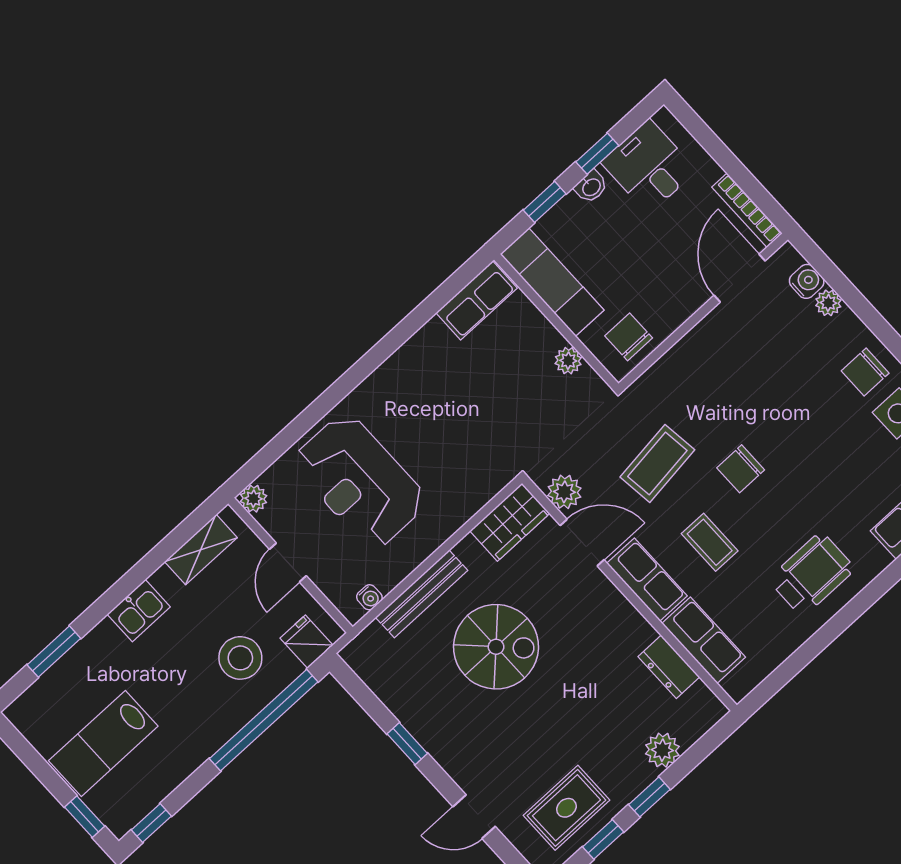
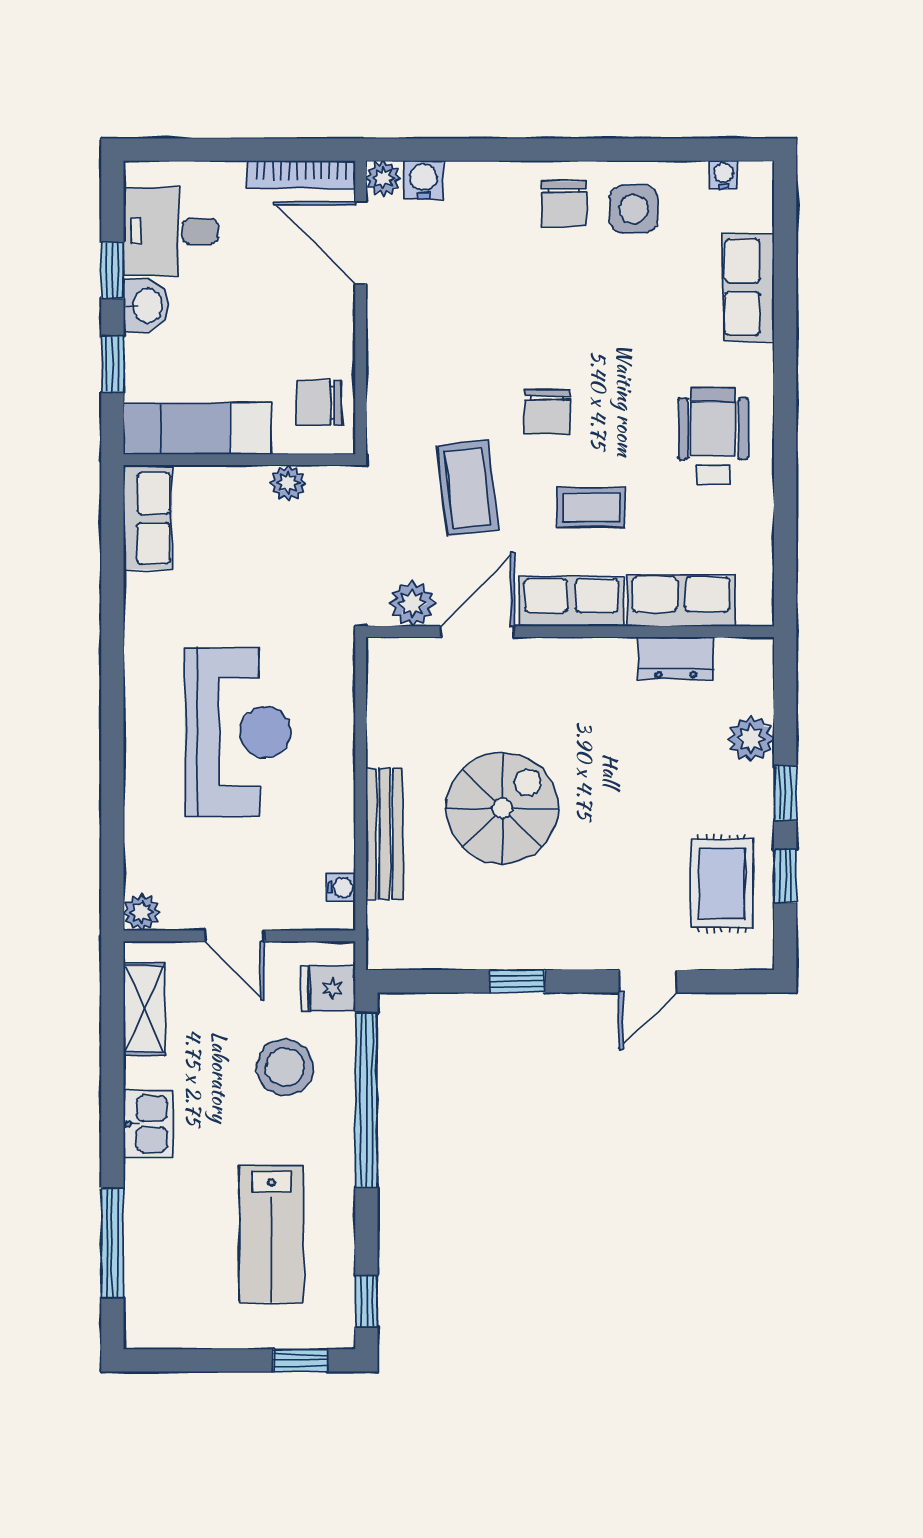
washbasin: (591, 187) -> (146, 306), width x1.38, depth x1.45
plant: (828, 303) -> (383, 178), moved
reception desk: (360, 481) -> (238, 732), moved, turned -90
wardrobe: (510, 522) -> (393, 684), removed
window: (54, 652) -> (112, 1243), width x1.44
lab bench: (103, 743) -> (271, 1233), moved

